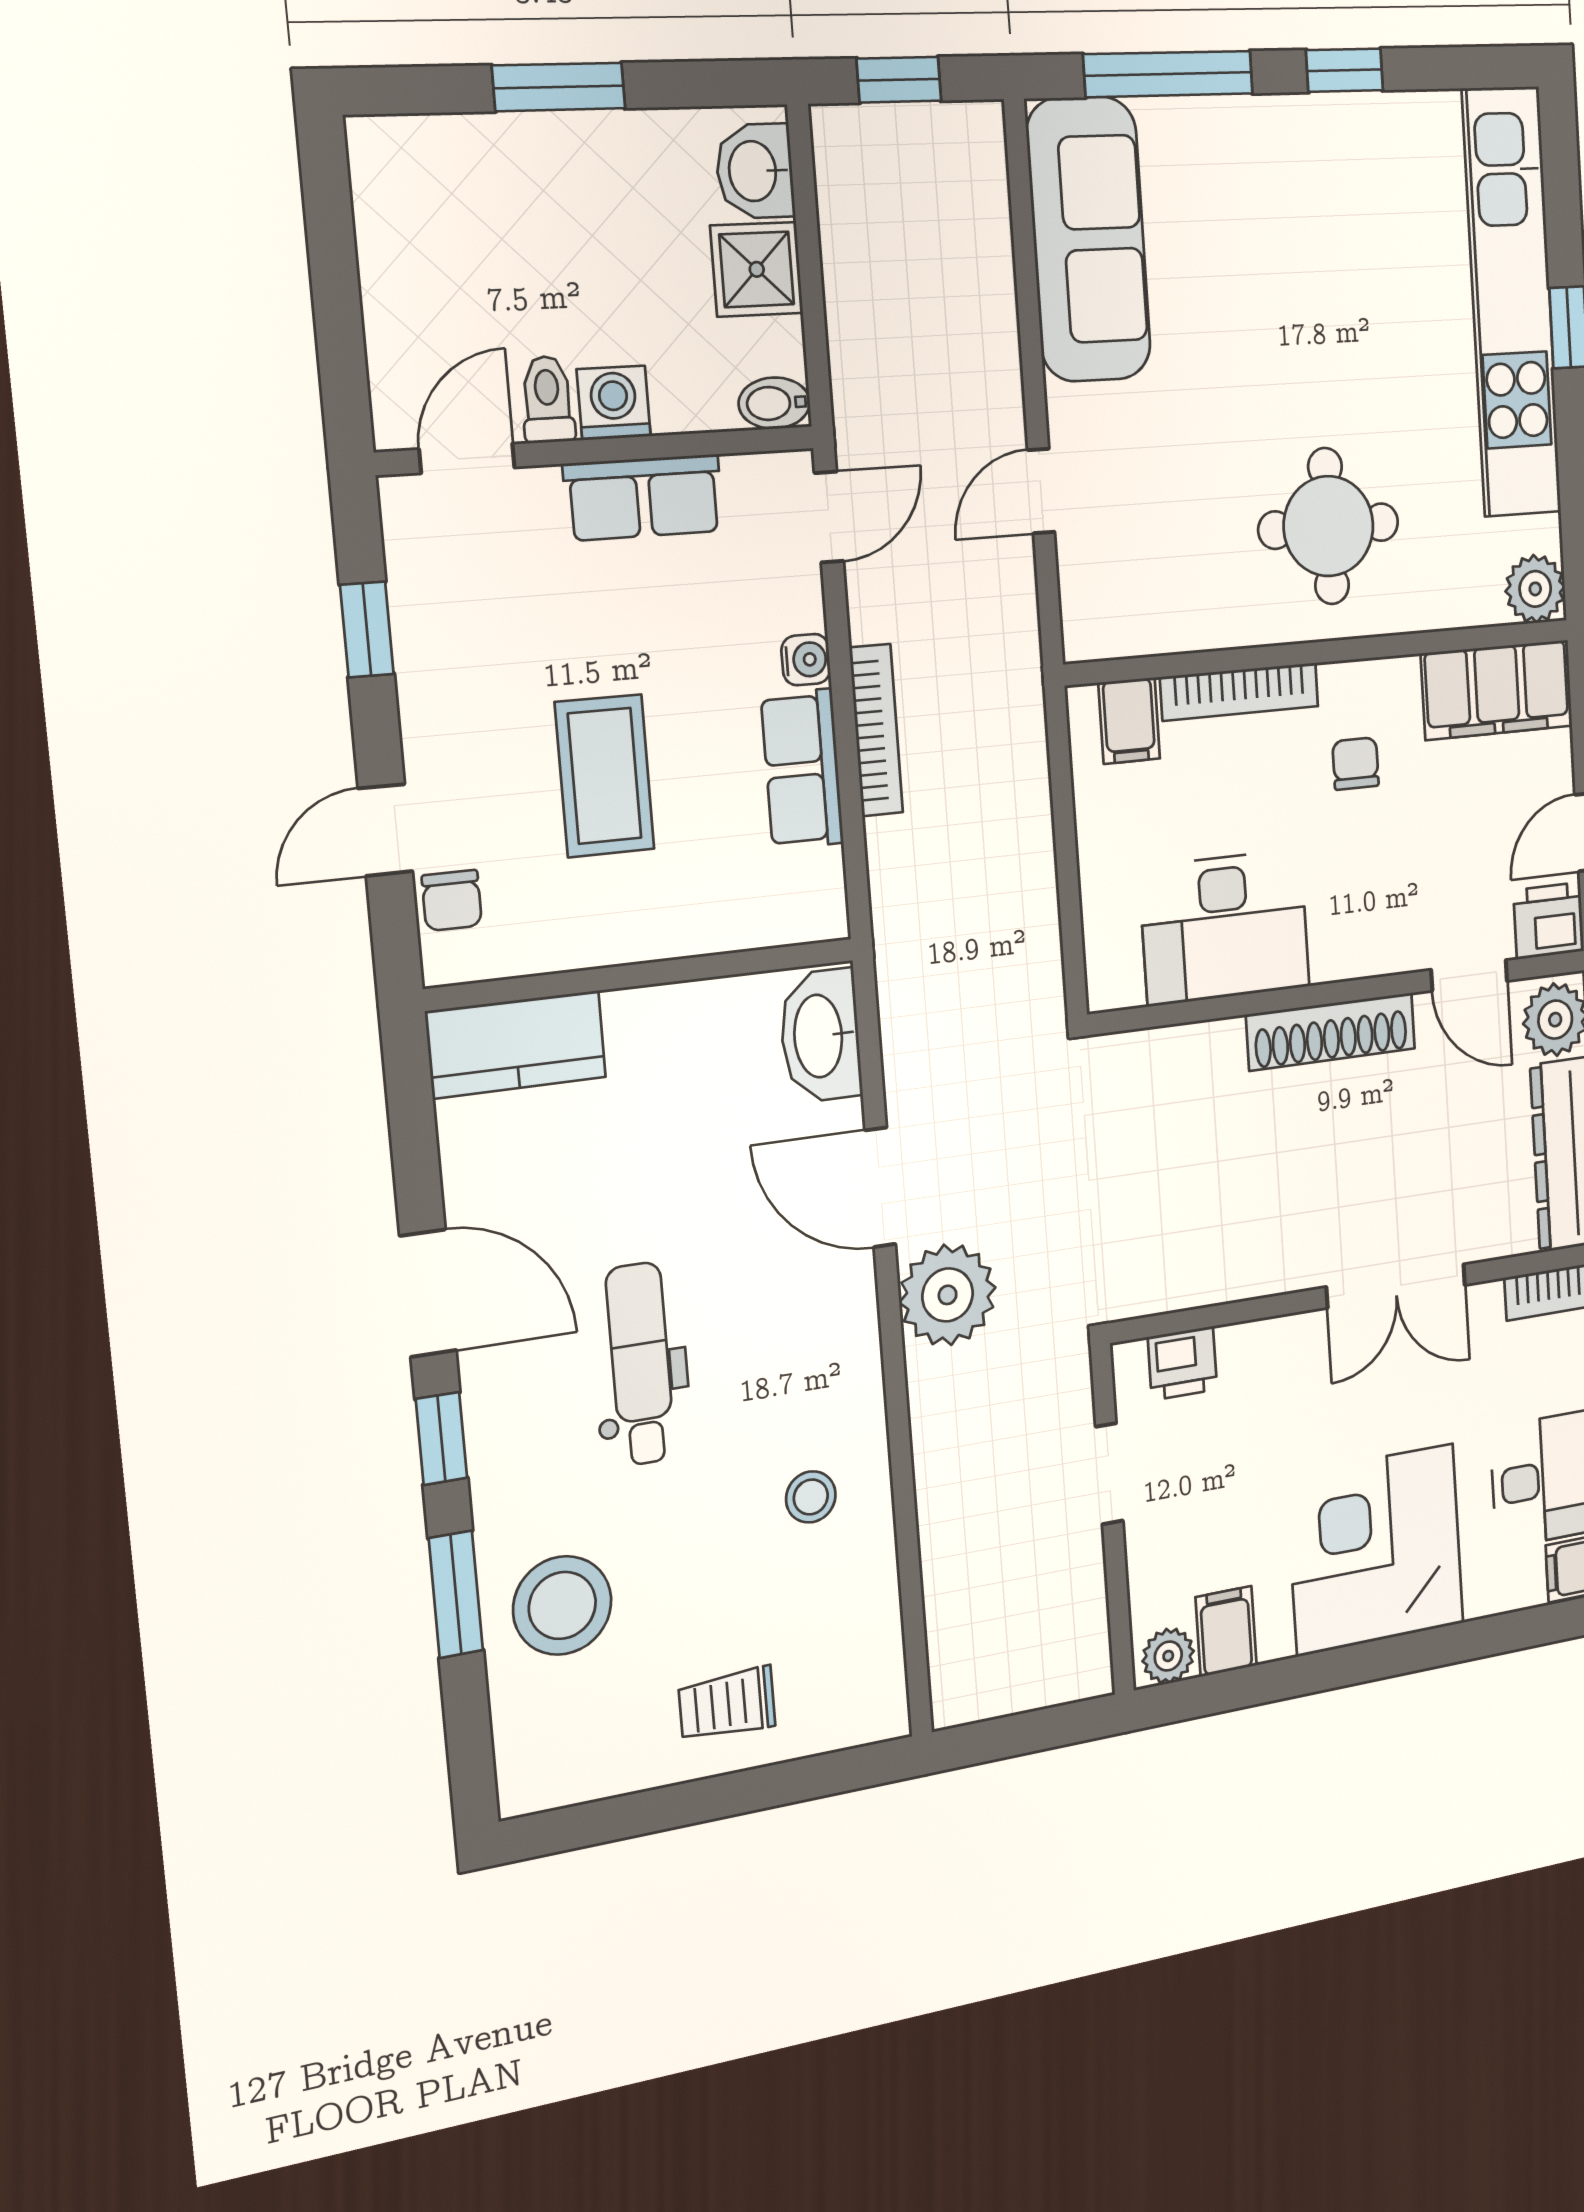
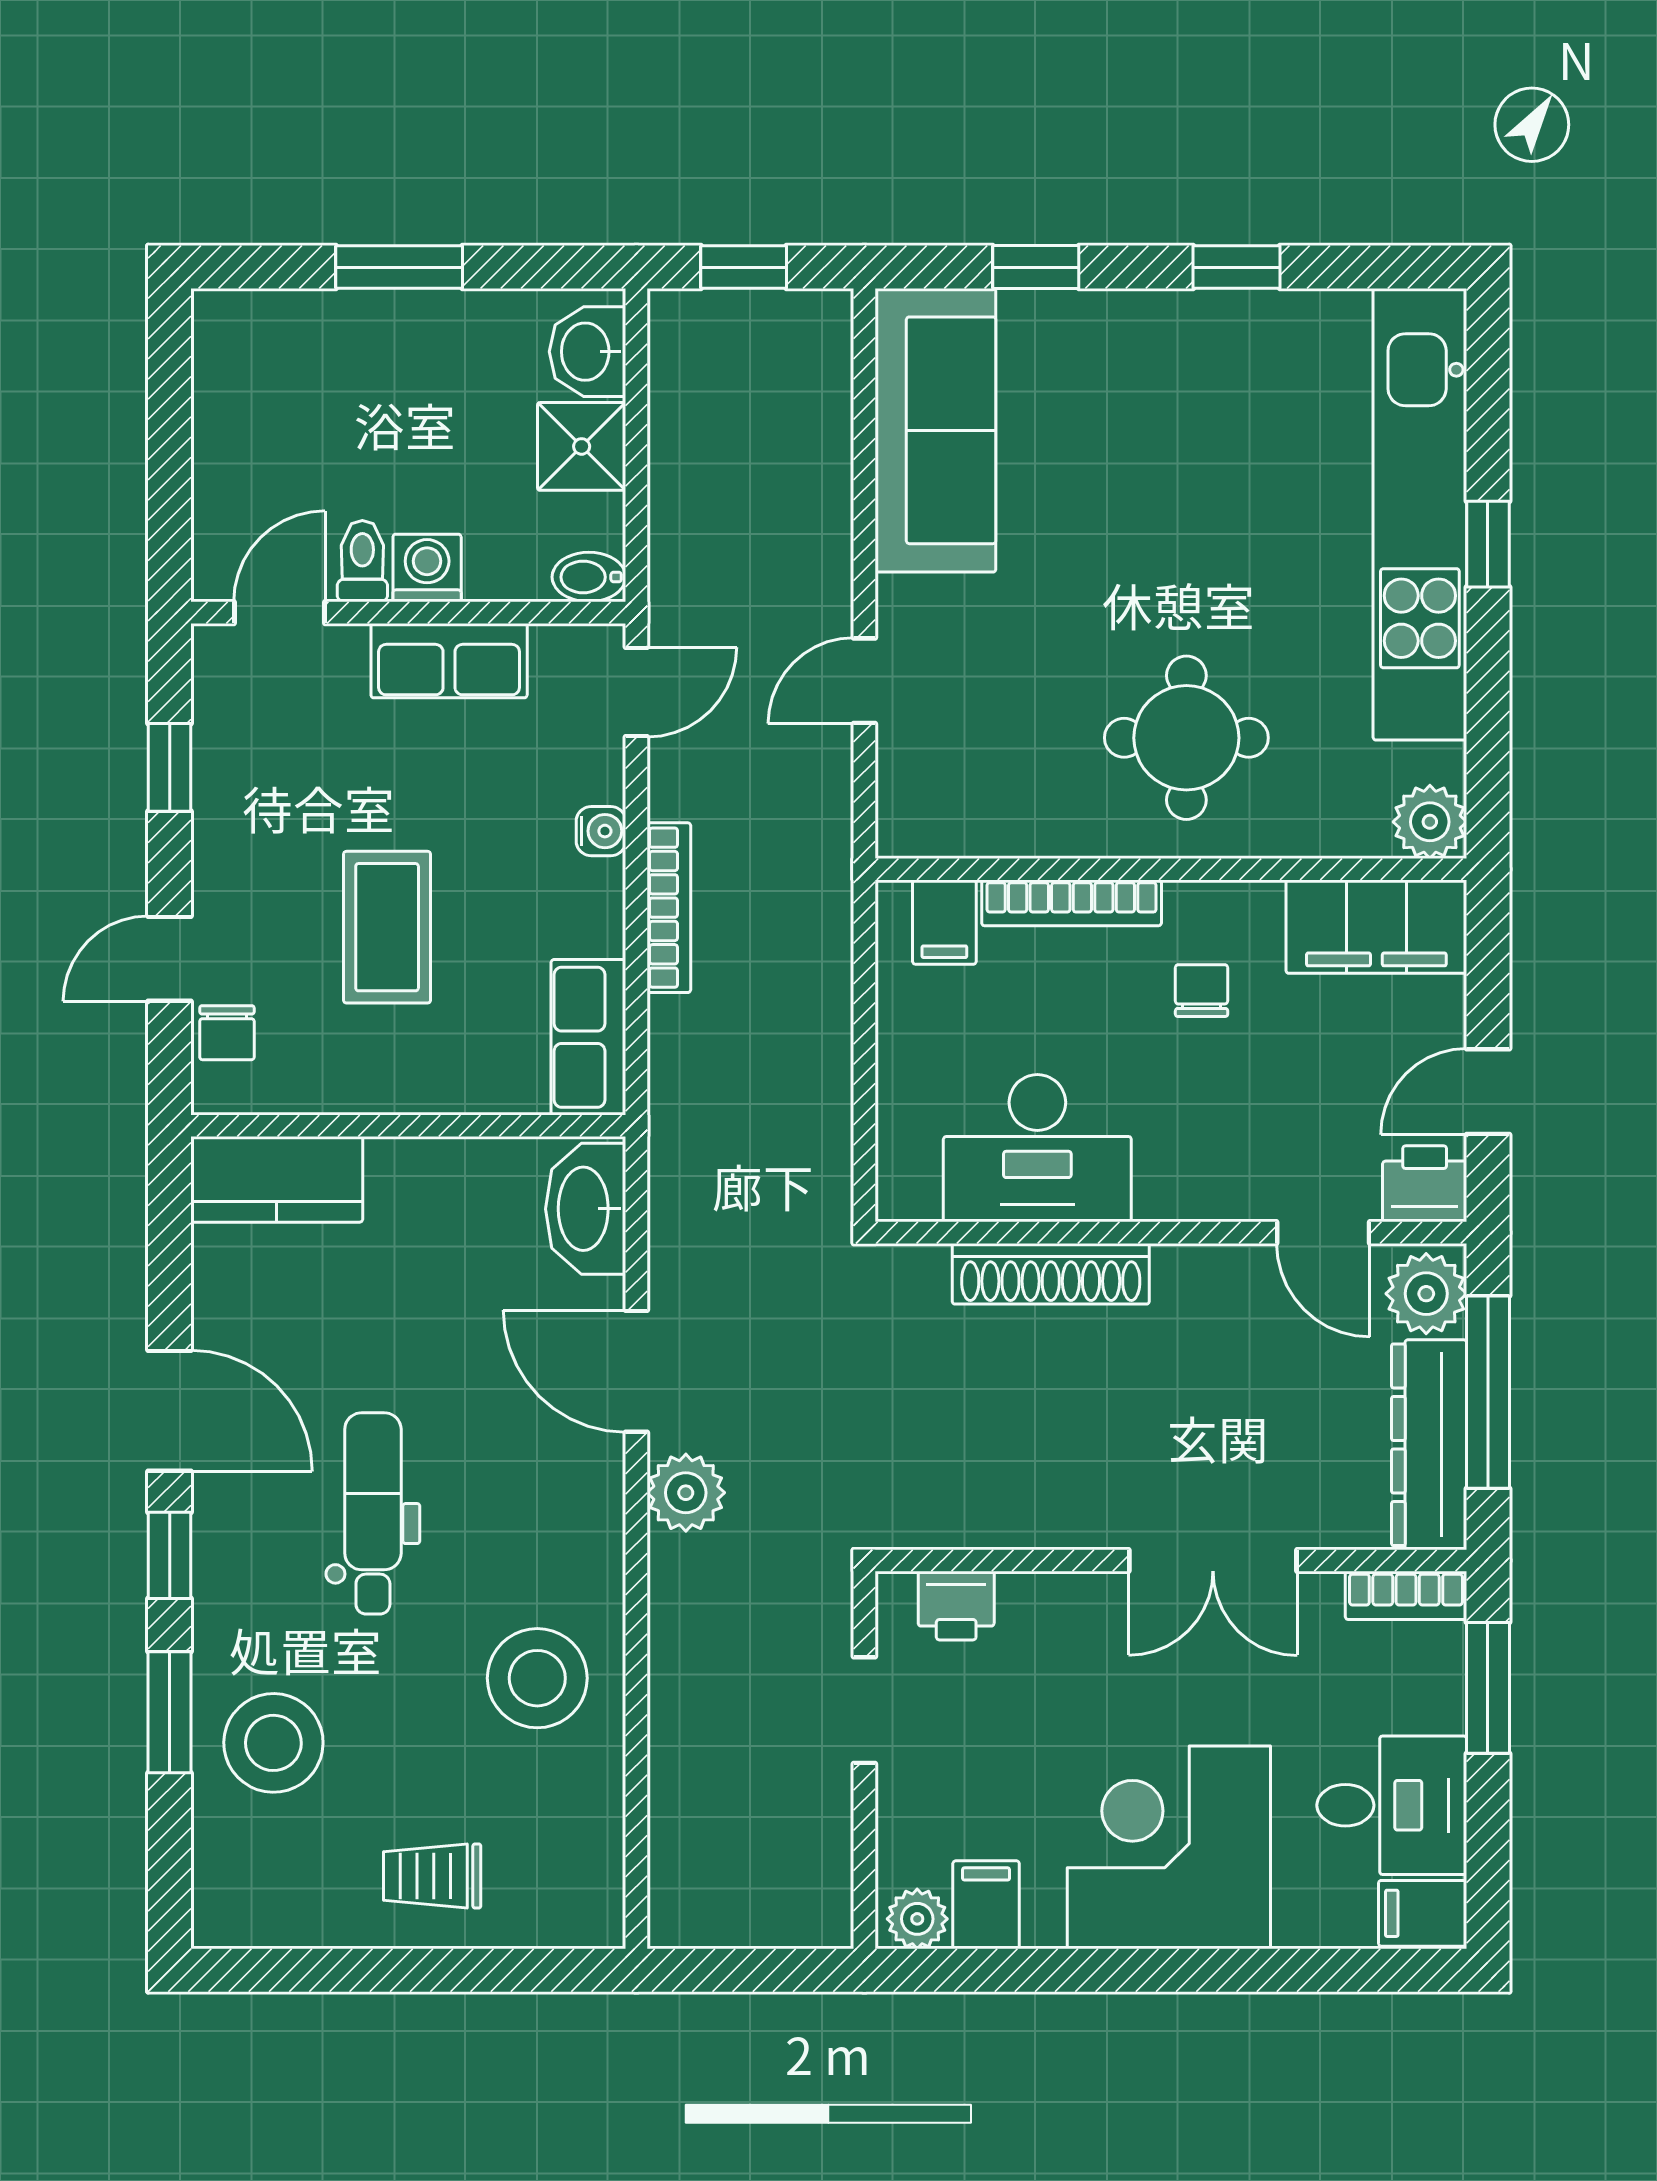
window: (1169, 74) -> (1036, 267), width x0.46
row of seats: (802, 769) -> (588, 1037), moved
shoe rack: (1331, 1032) -> (1051, 1274), moved
plant: (948, 1295) -> (686, 1493), width x0.73, depth x0.73
stool: (811, 1497) -> (537, 1678), width x1.89, depth x1.89

